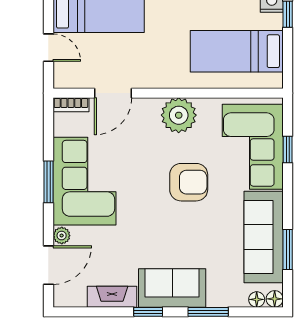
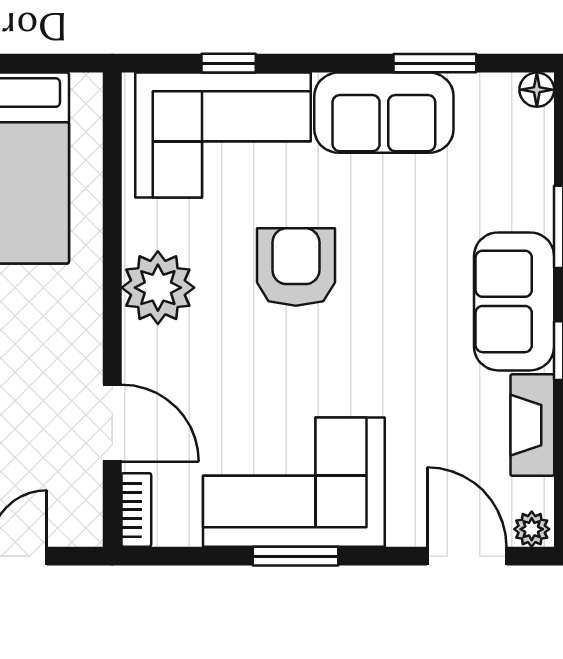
plant: (62, 236) -> (532, 529), moved
sofa: (264, 237) -> (384, 113), width x0.73
floor lamp: (257, 299) -> (538, 127), removed

